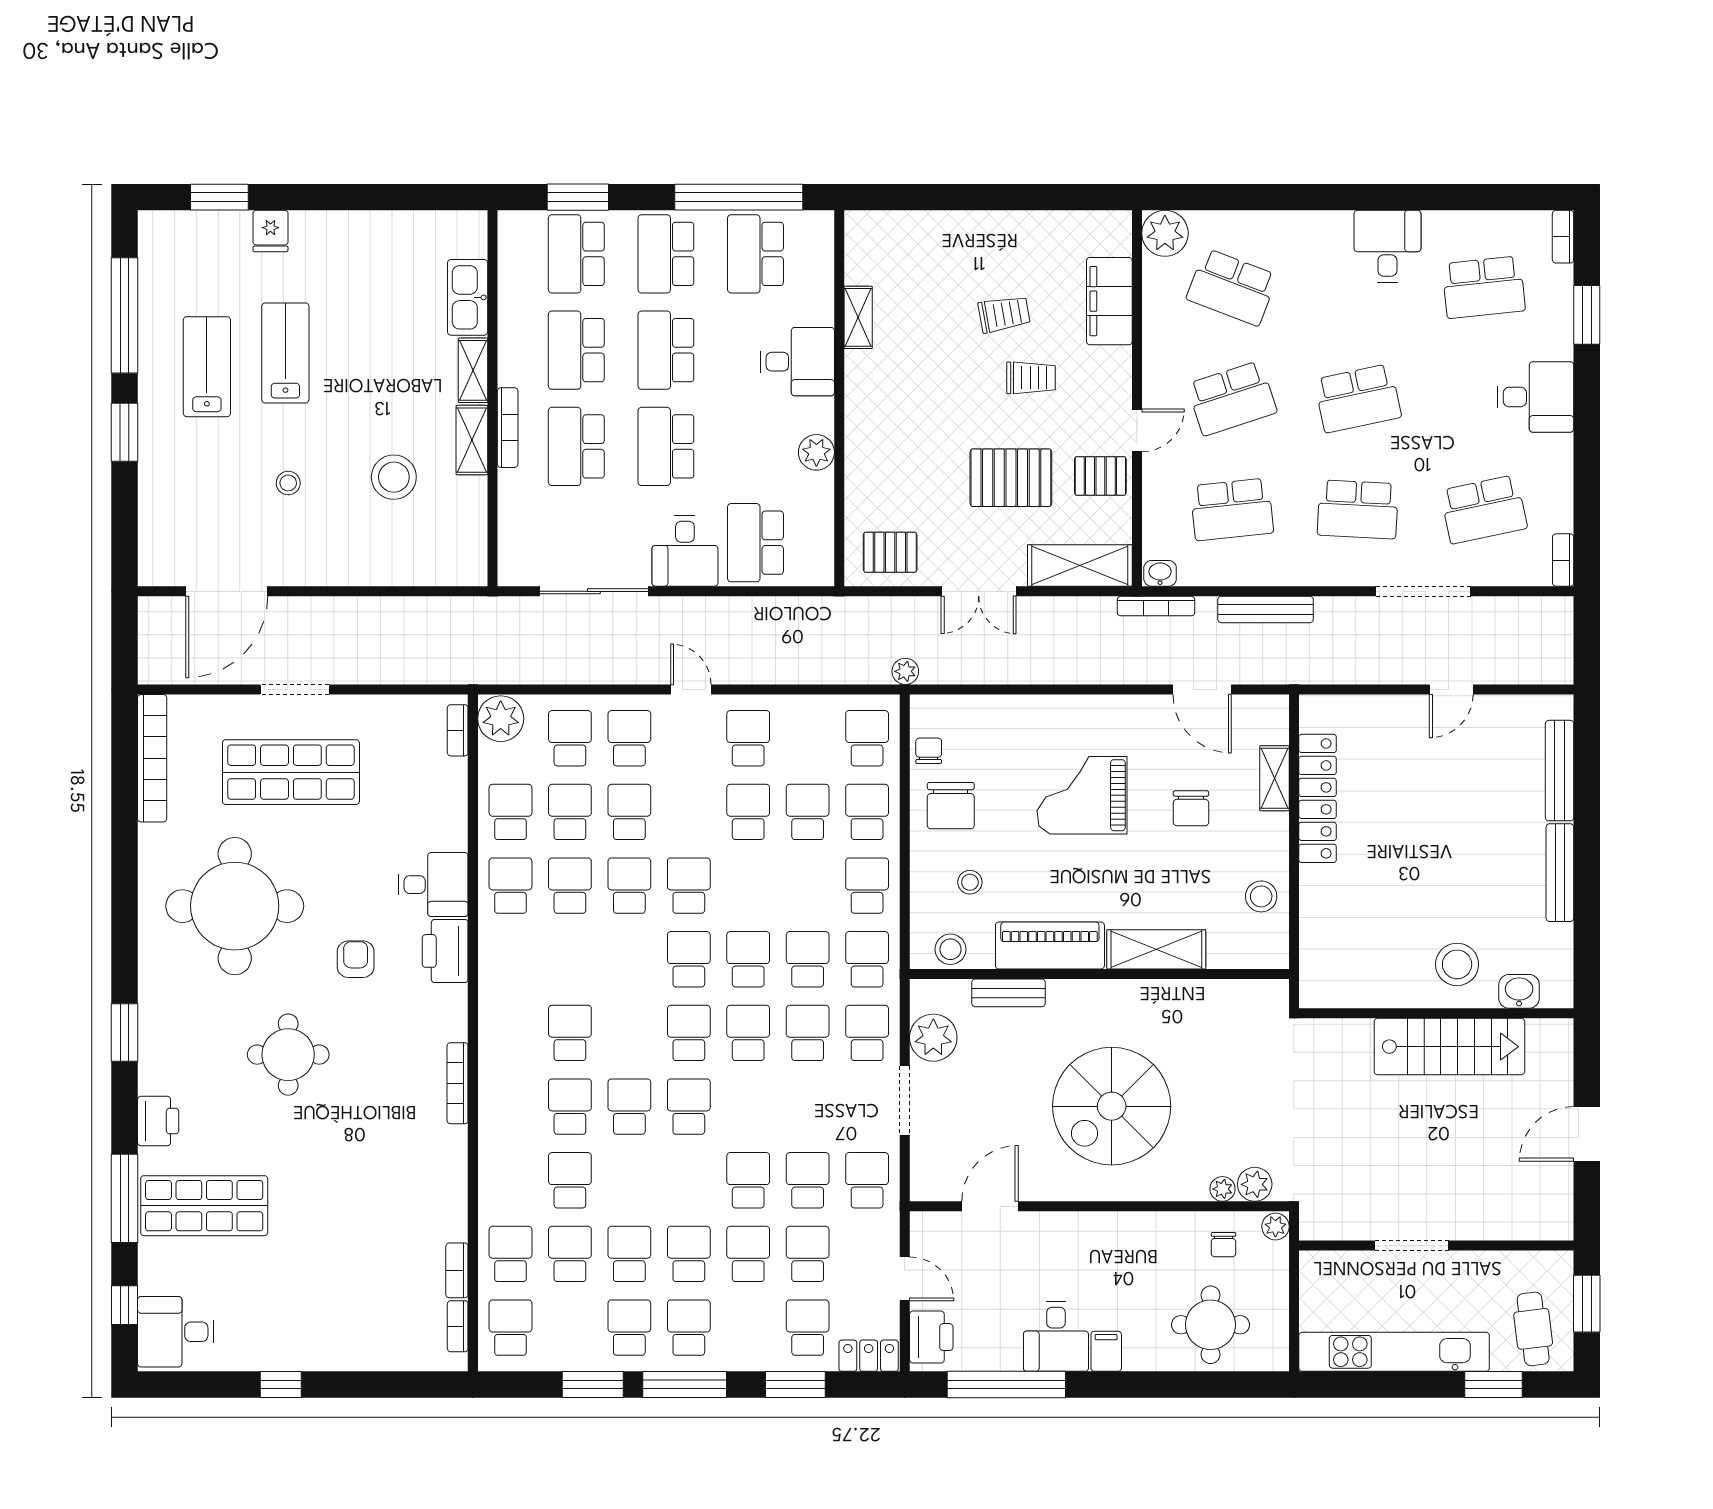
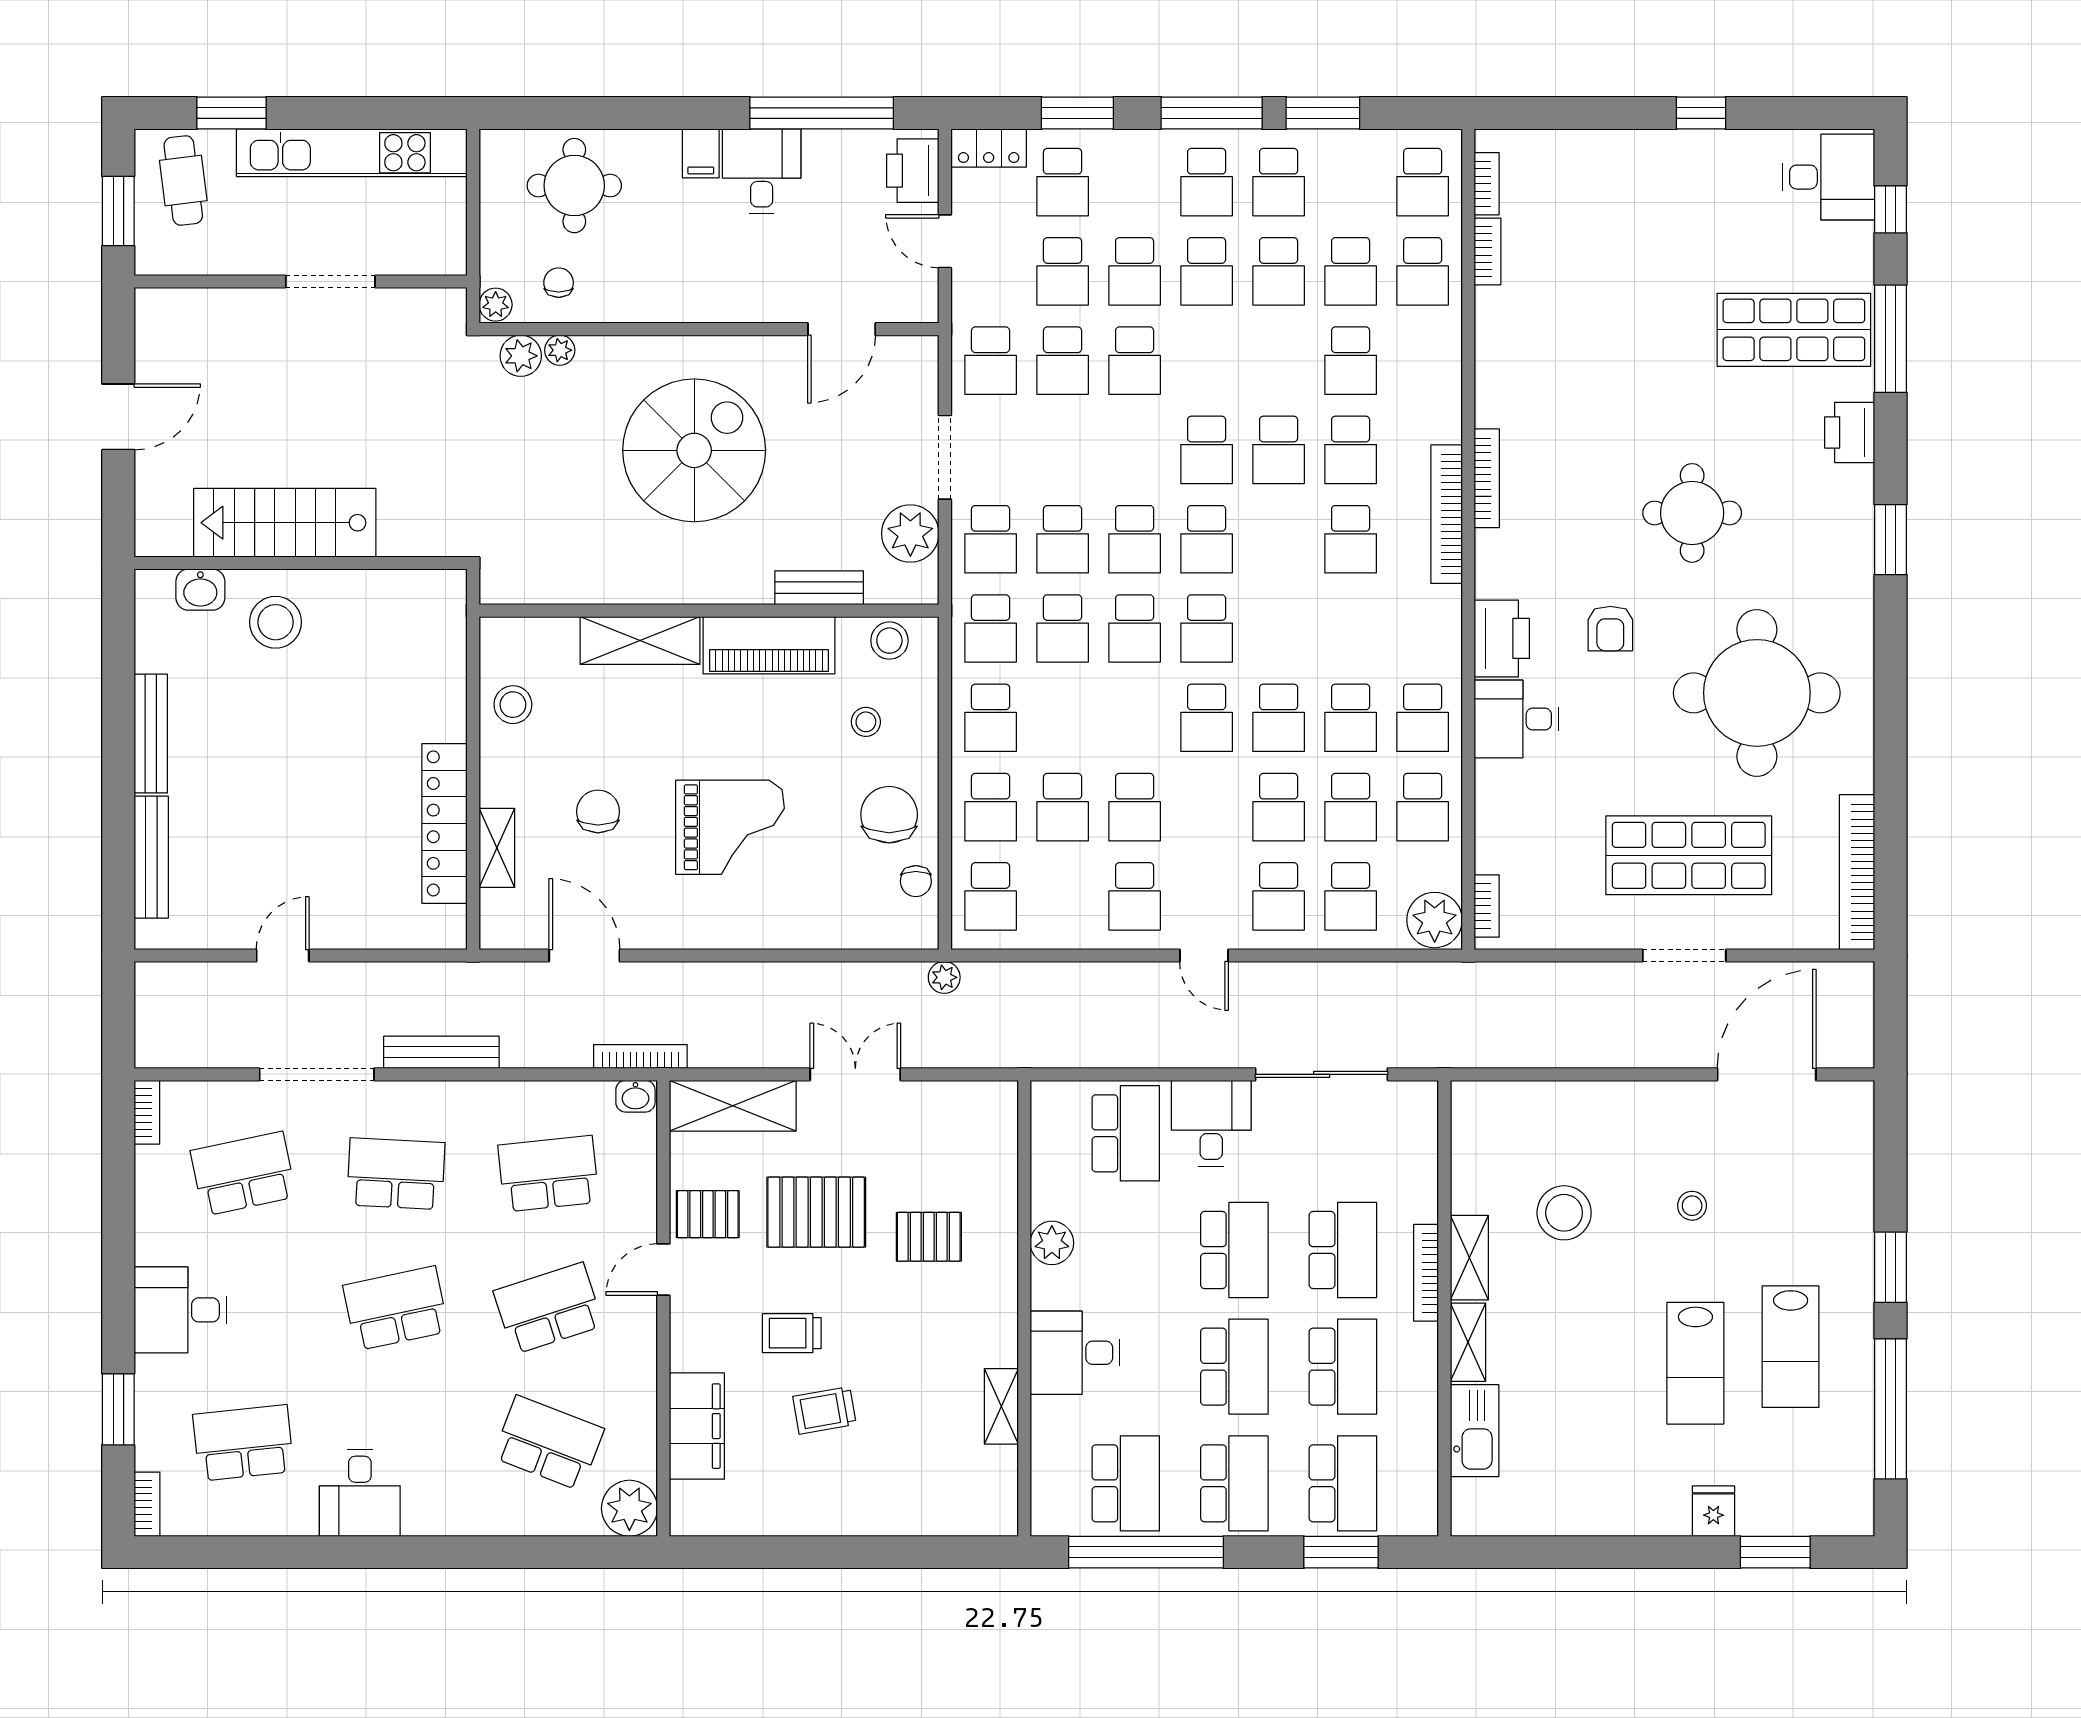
pallet: (890, 552) -> (929, 1237), moved
bench: (1266, 610) -> (441, 1052), moved
bookcase: (491, 1054) -> (1447, 514), added

